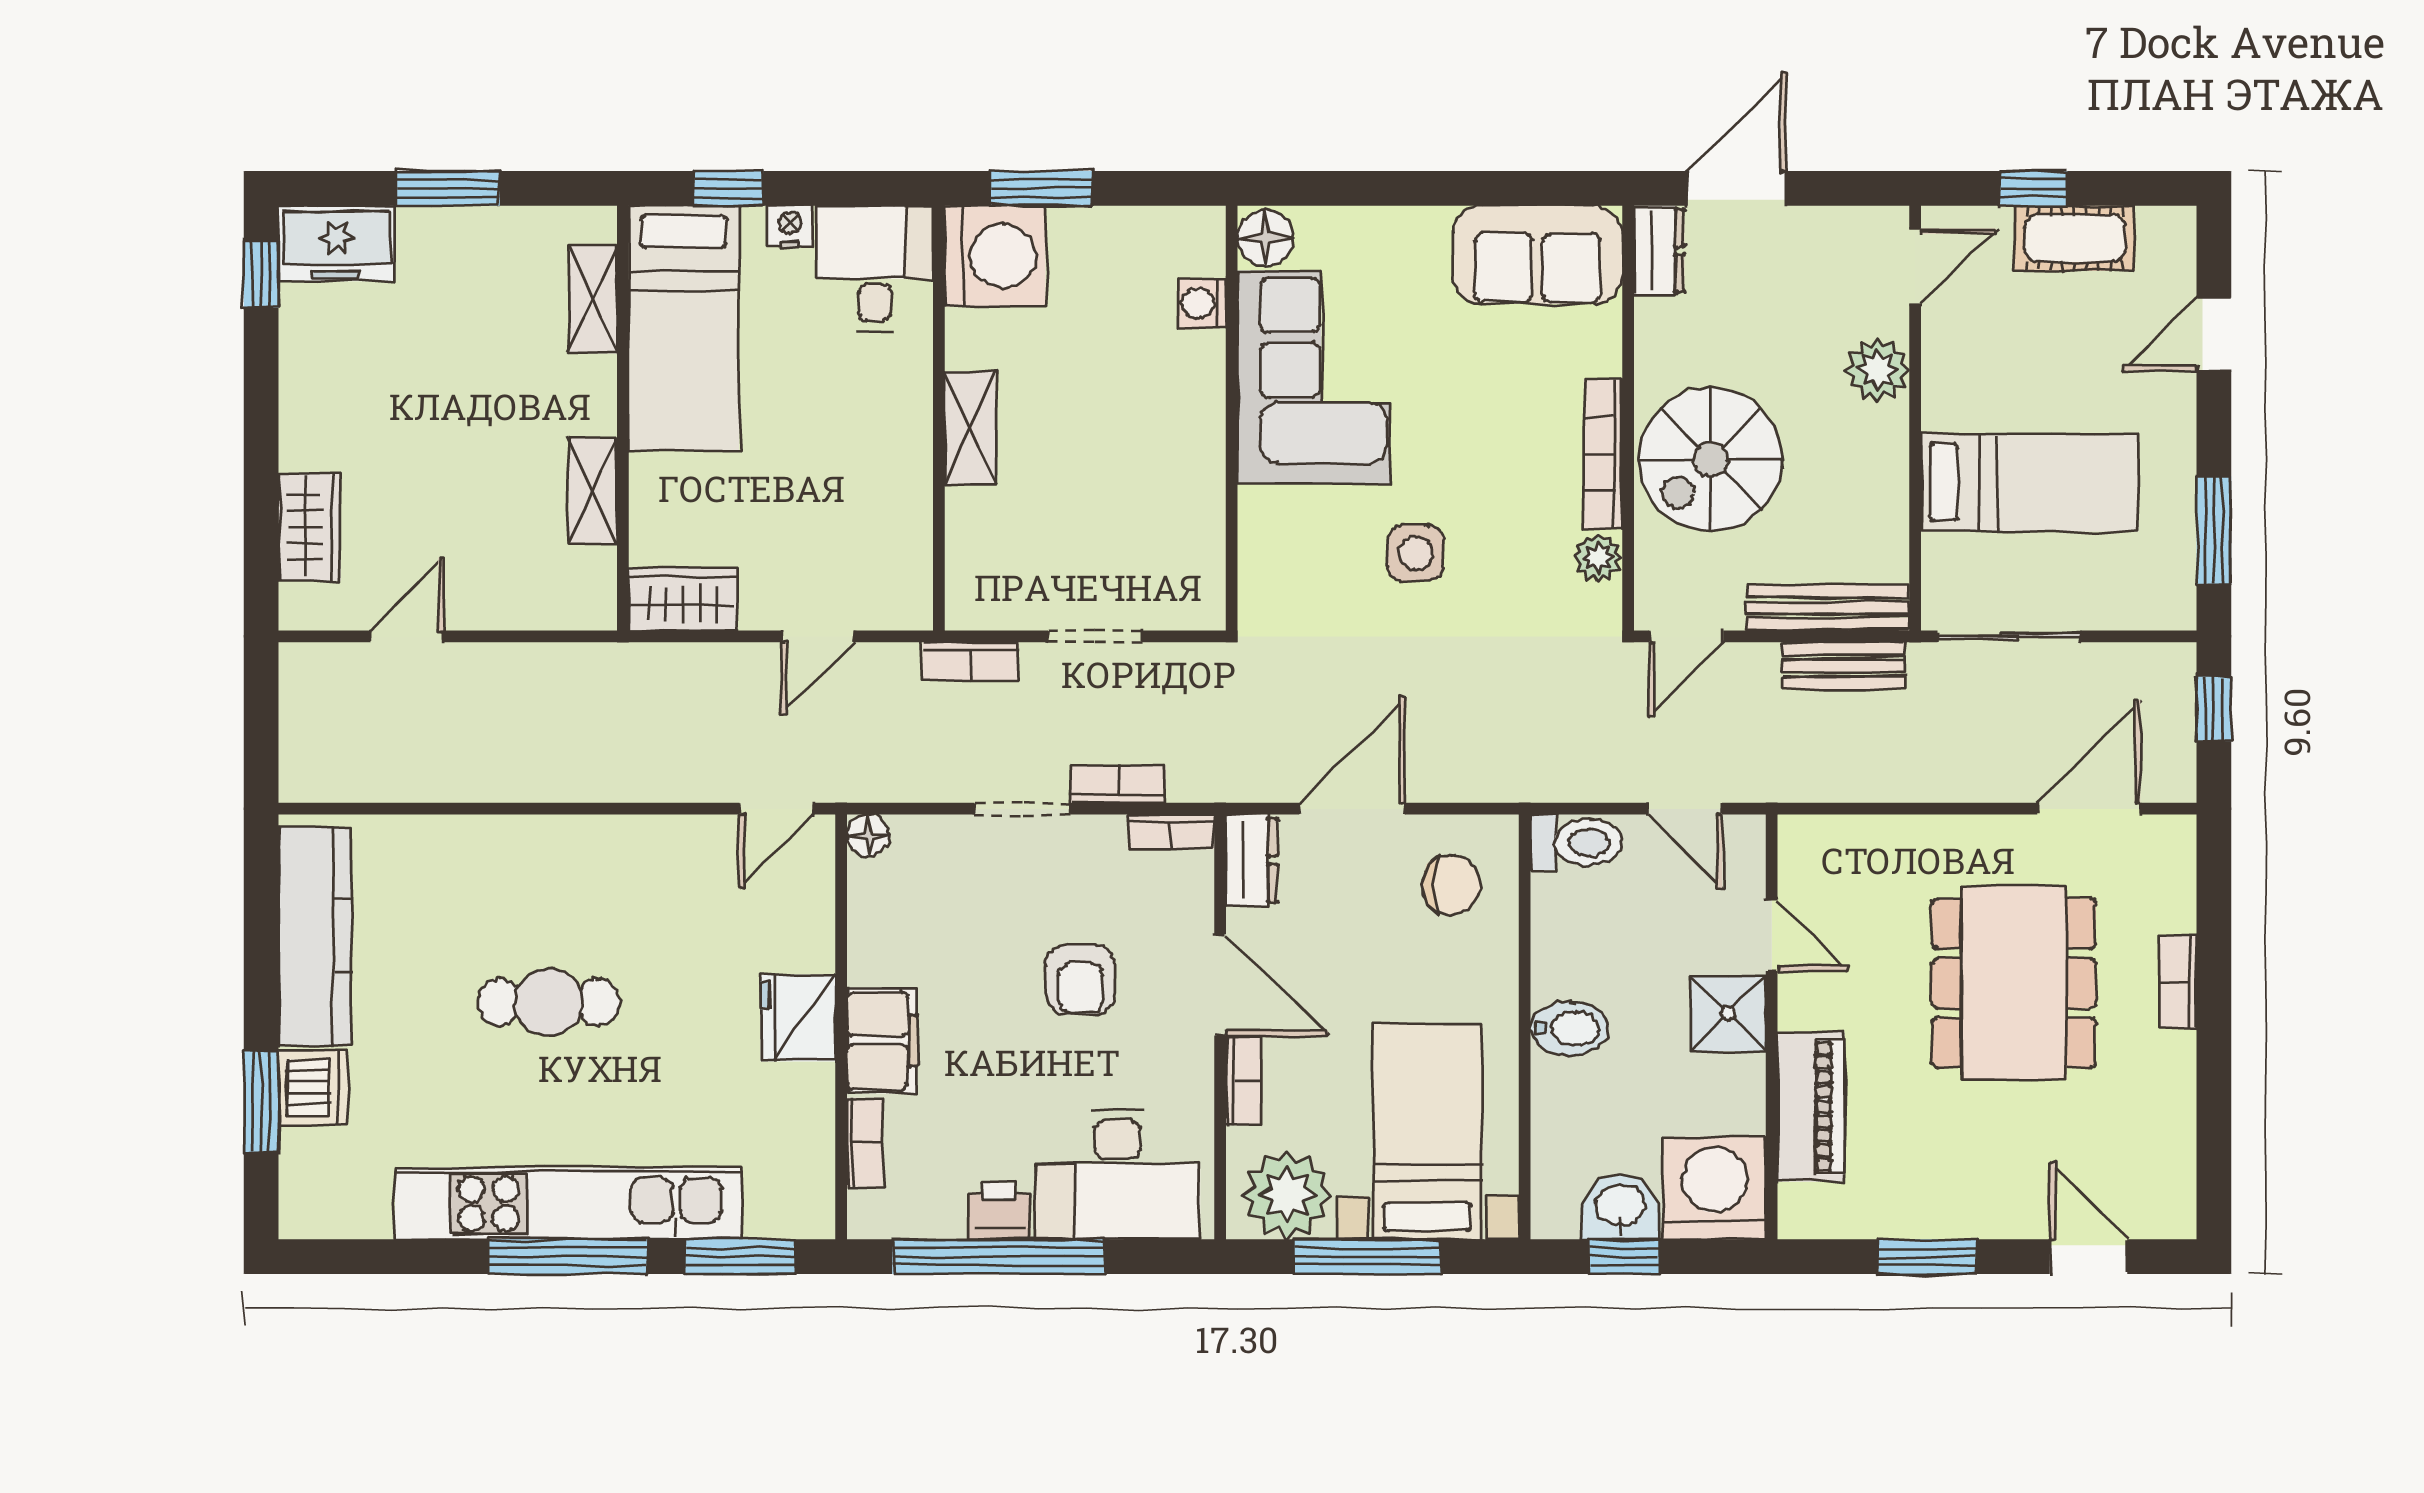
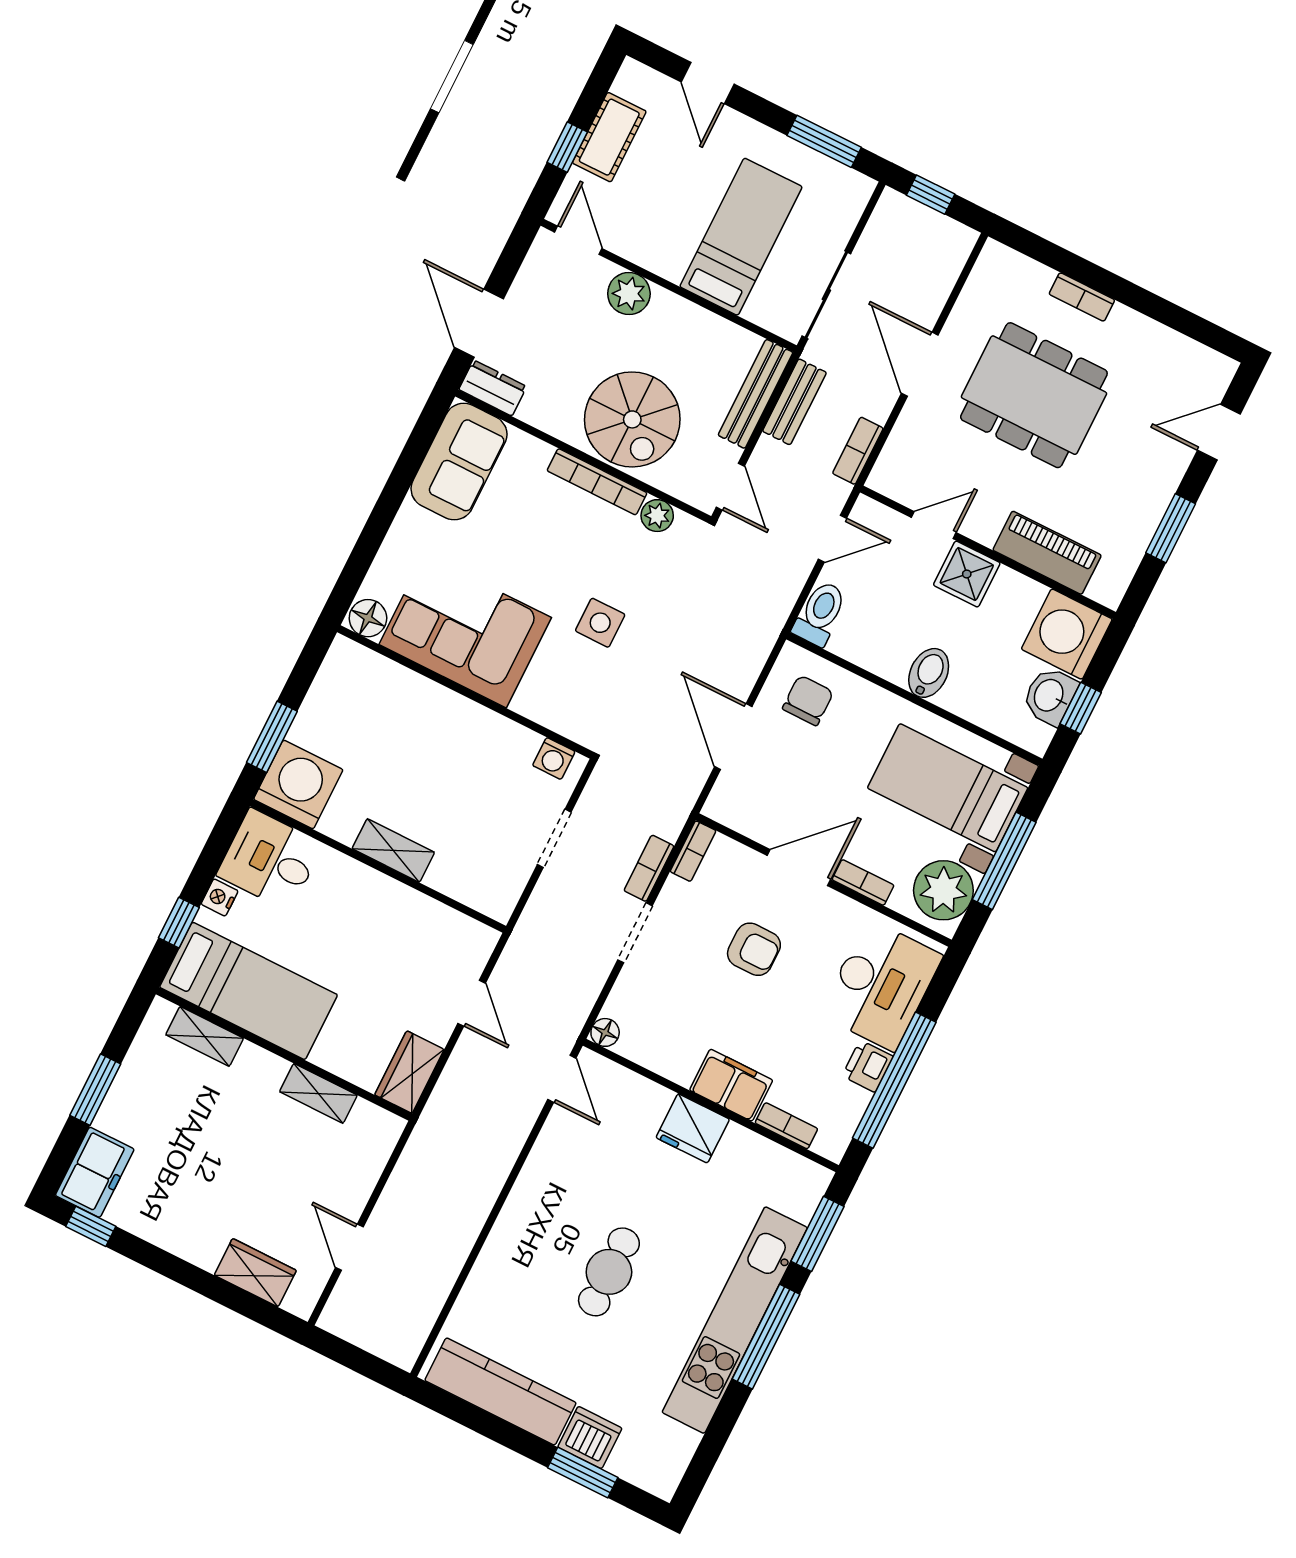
washing machine: (1202, 303) -> (554, 758), moved
bookcase: (970, 661) -> (858, 451), moved, turned 180
door: (2089, 809) -> (920, 364), moved
dresser: (1252, 860) -> (734, 812), removed

